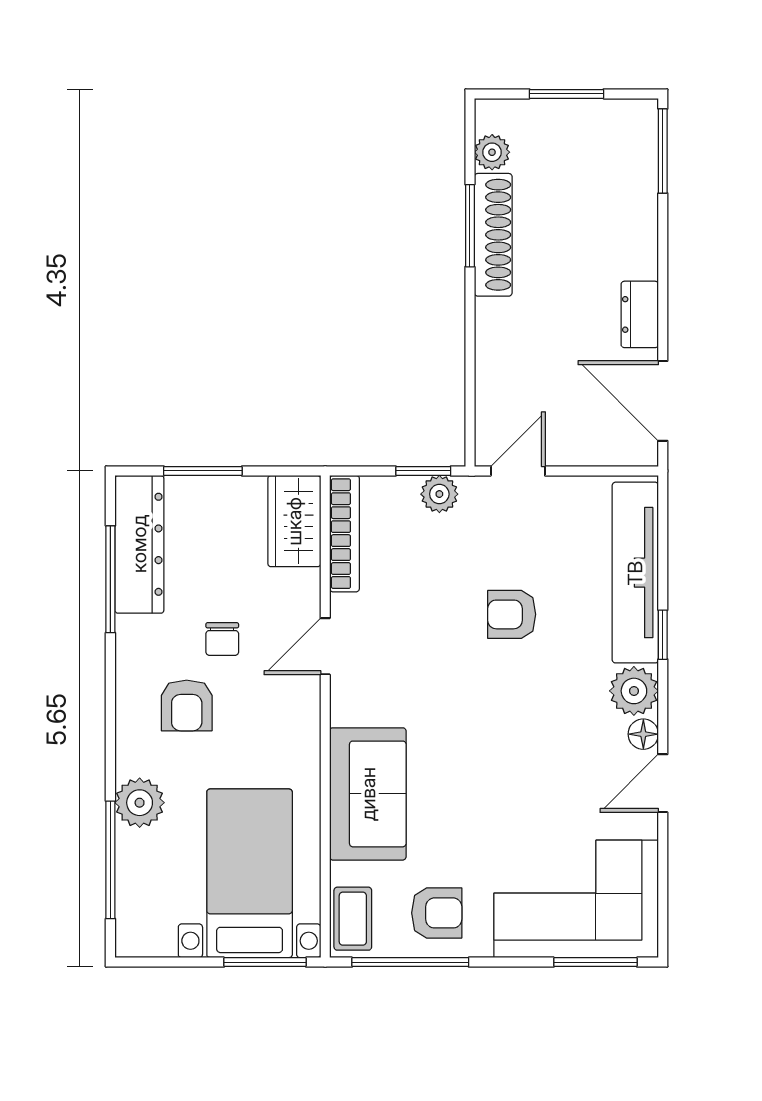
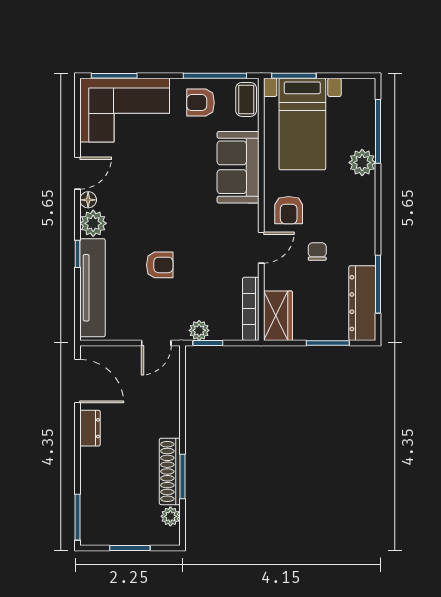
armchair: (187, 706) -> (289, 210), moved, turned 180

